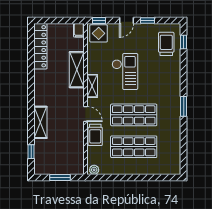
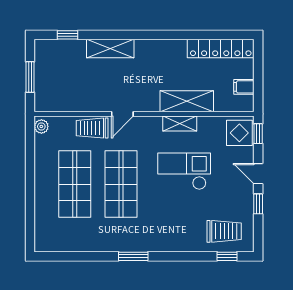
filing cabinet: (79, 30) -> (244, 87), moved
checkout: (125, 71) -> (184, 171), turned 180
shelving: (92, 86) -> (180, 124), moved

